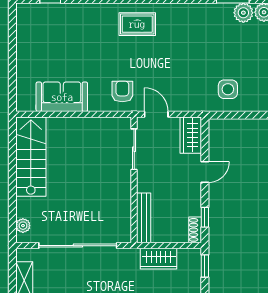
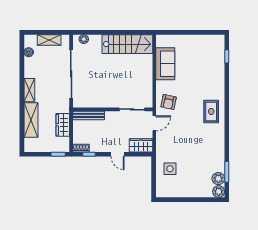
armchair: (122, 91) -> (169, 102), turned 102

